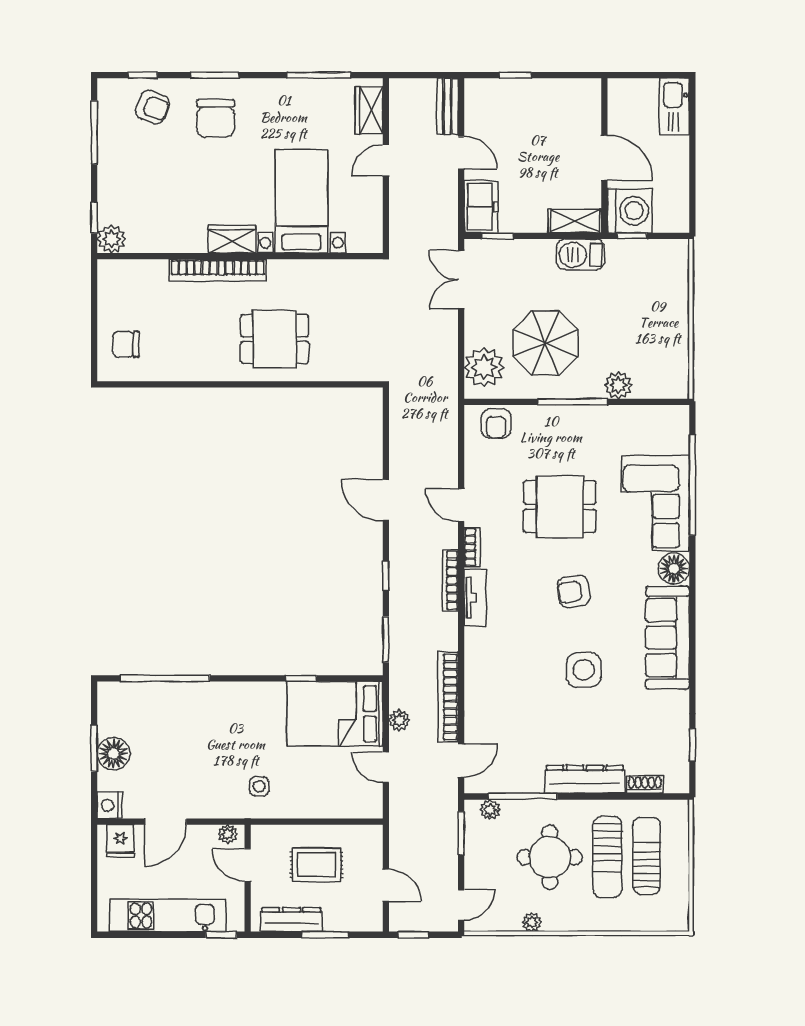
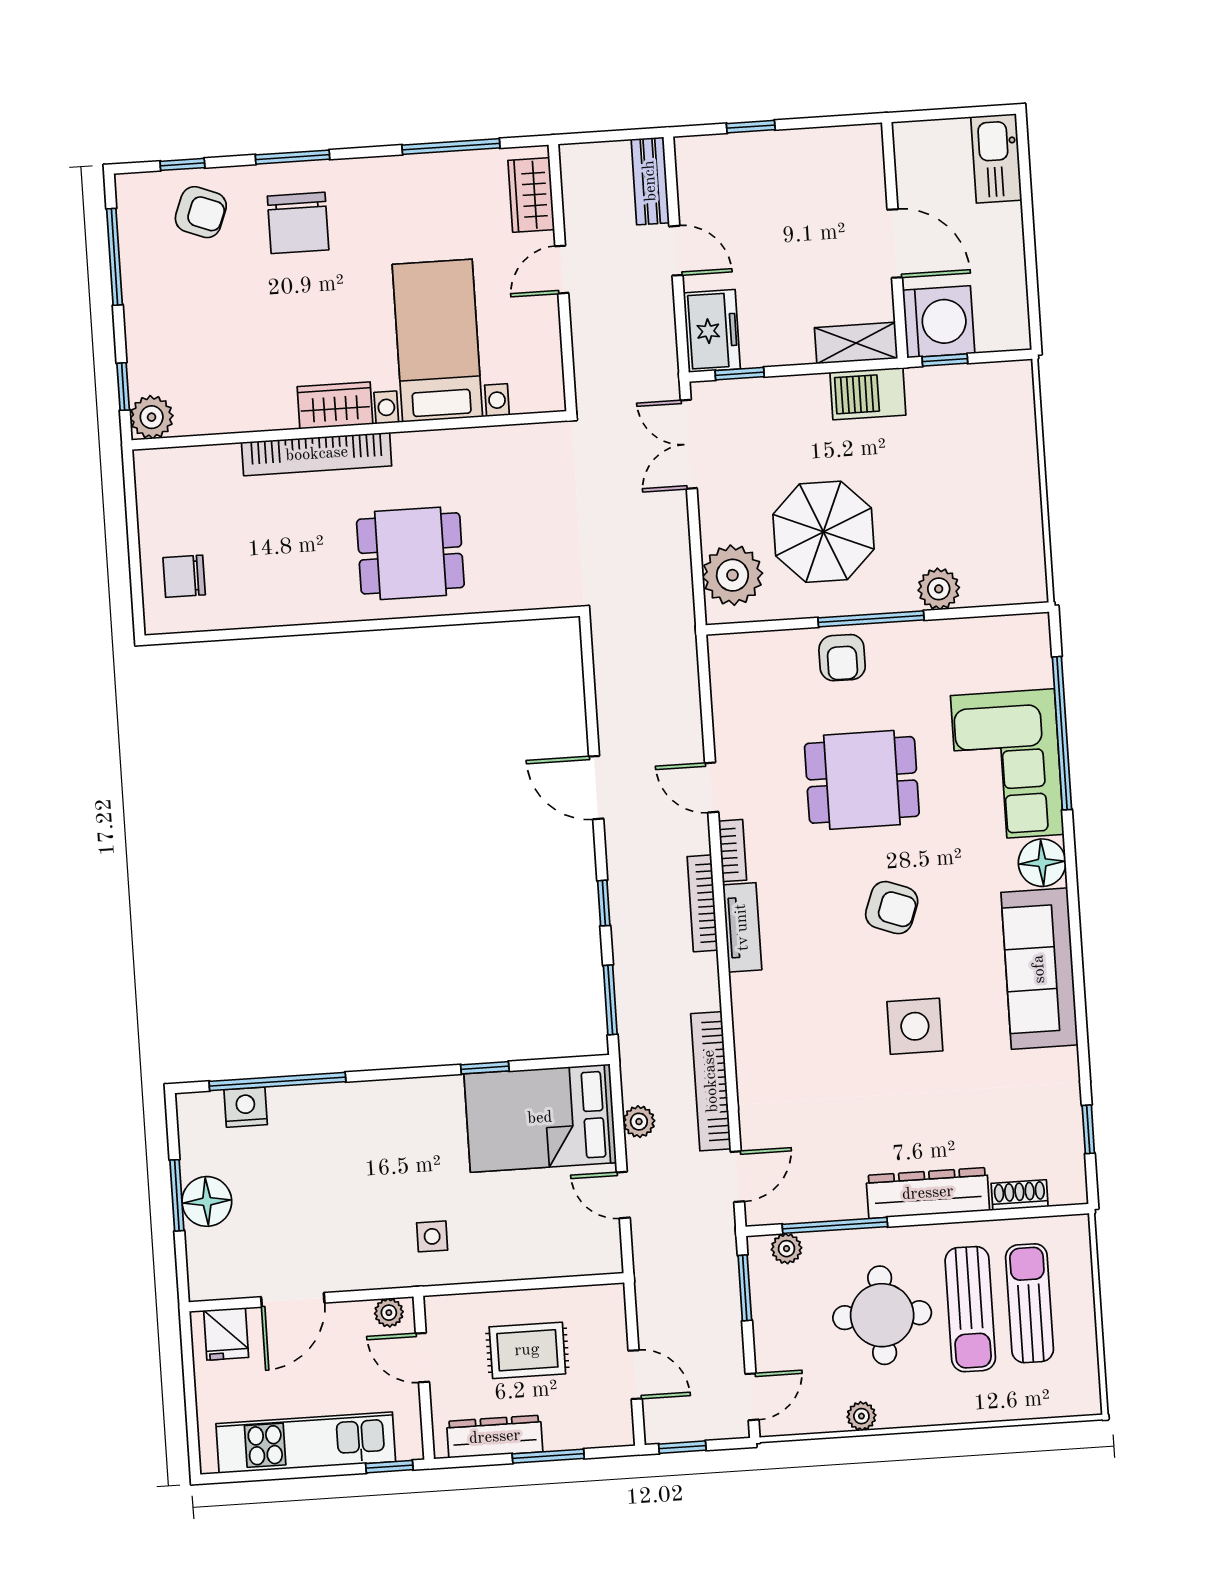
armchair: (496, 423) -> (842, 658), moved
armchair: (574, 591) -> (892, 908), turned -152
nightstand: (110, 805) -> (246, 1107), moved, turned 90

